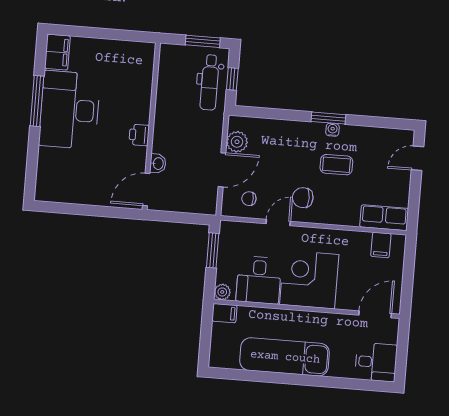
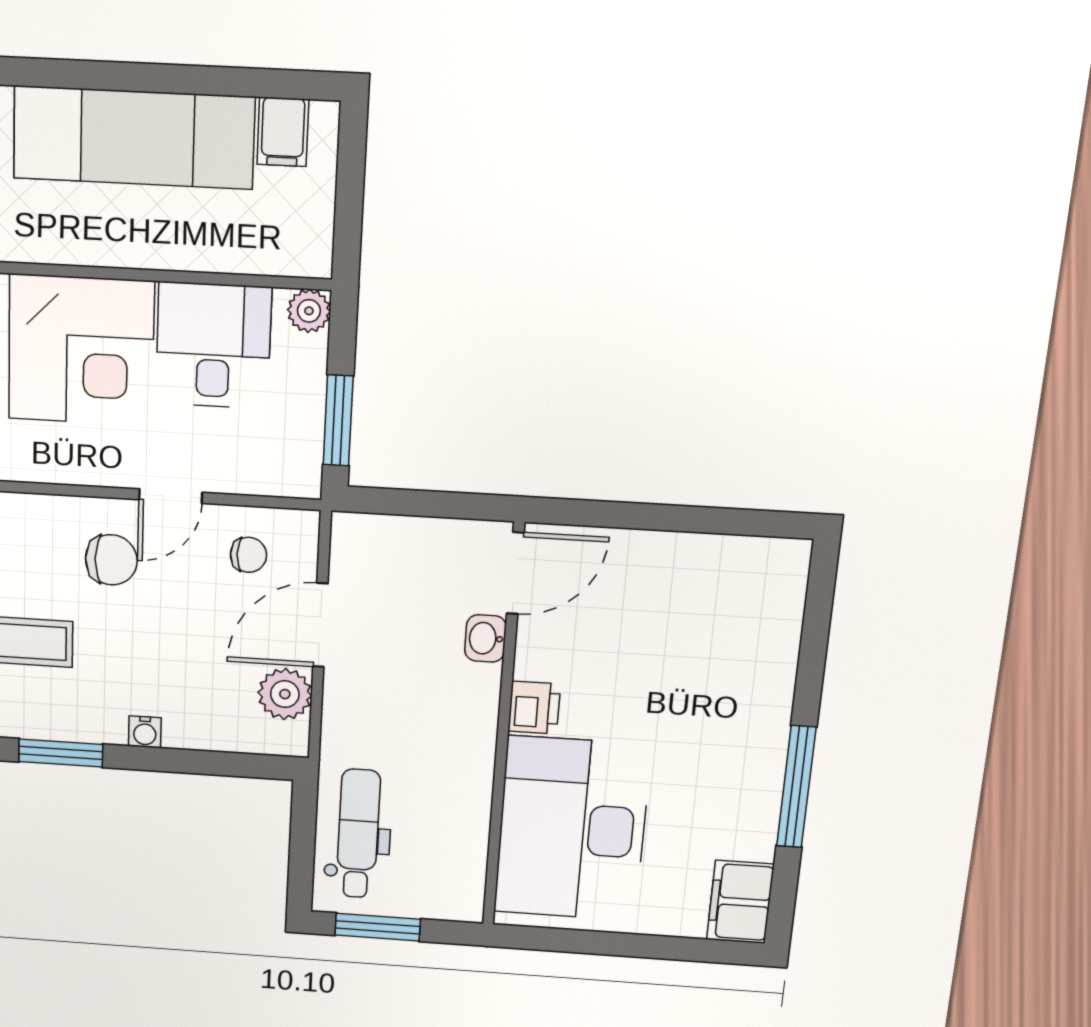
window: (232, 79) -> (302, 842), removed
desk: (70, 110) -> (572, 829), moved, turned 180
water cooler: (333, 130) -> (145, 732), moved
filing cabinet: (224, 313) -> (283, 132), moved, turned -90

